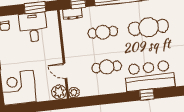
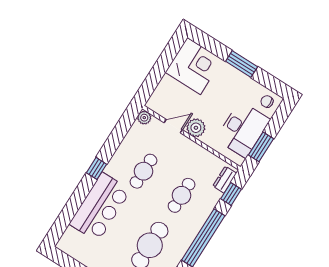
desk: (33, 27) -> (243, 129), width x1.37
plant: (59, 92) -> (196, 128), moved
window: (147, 95) -> (97, 168), moved

